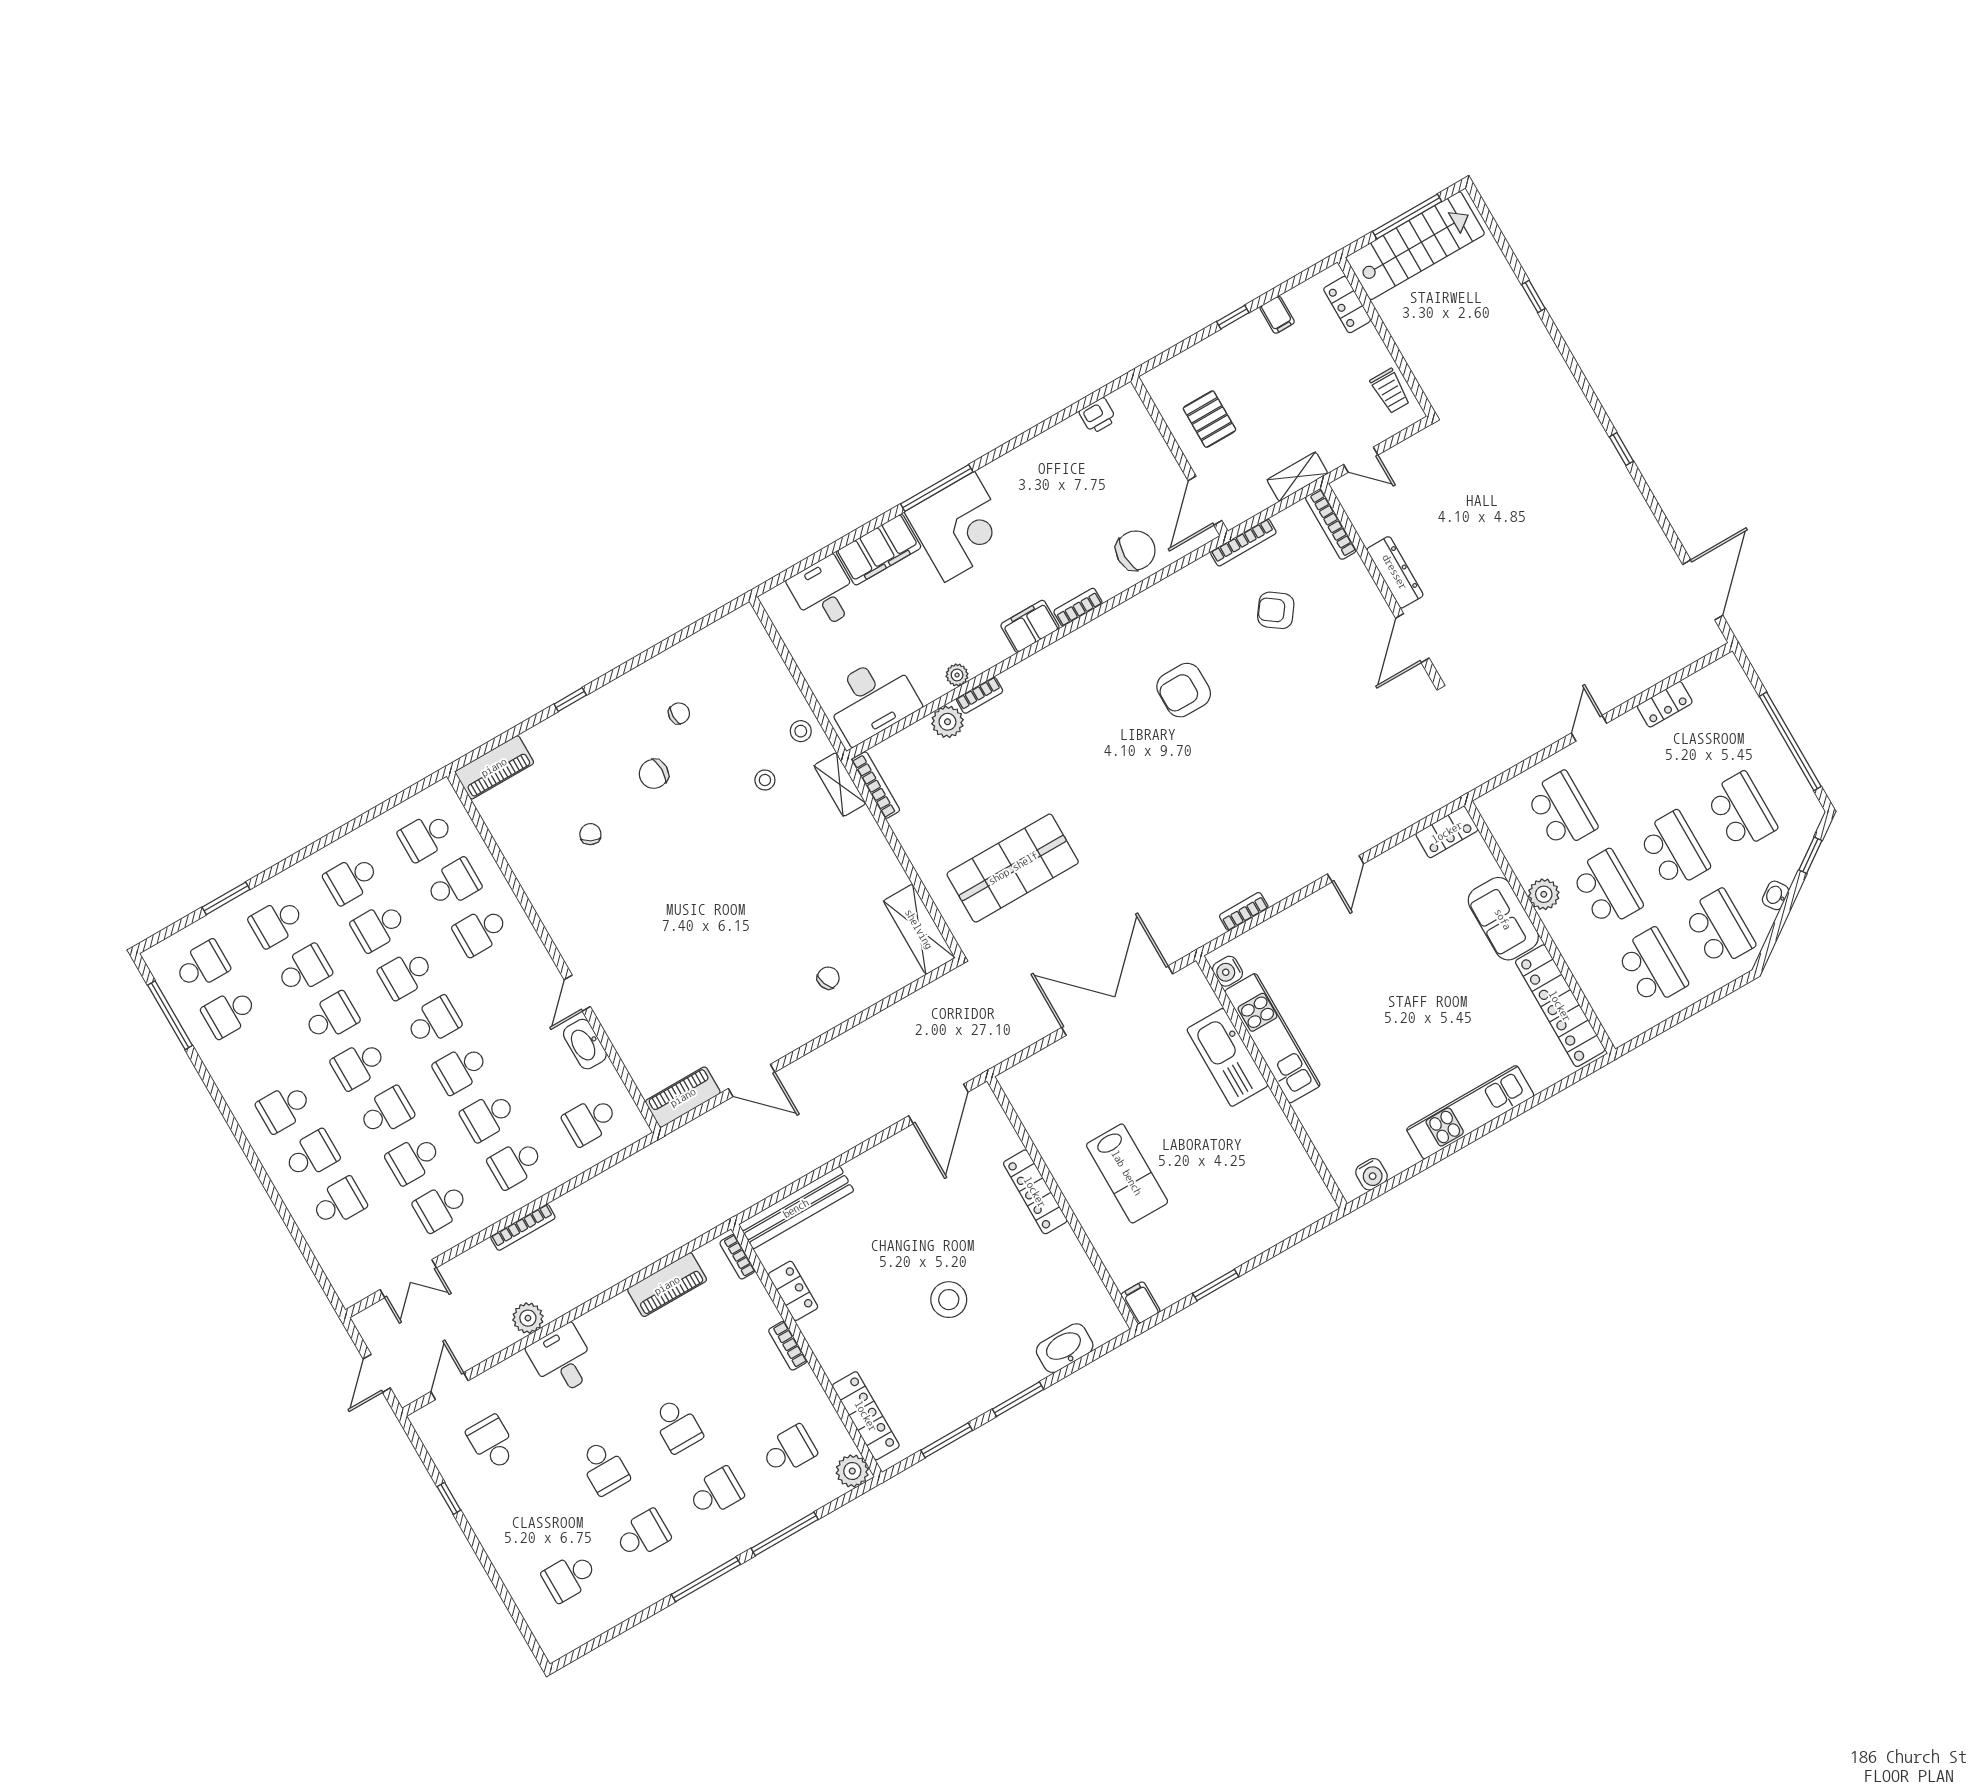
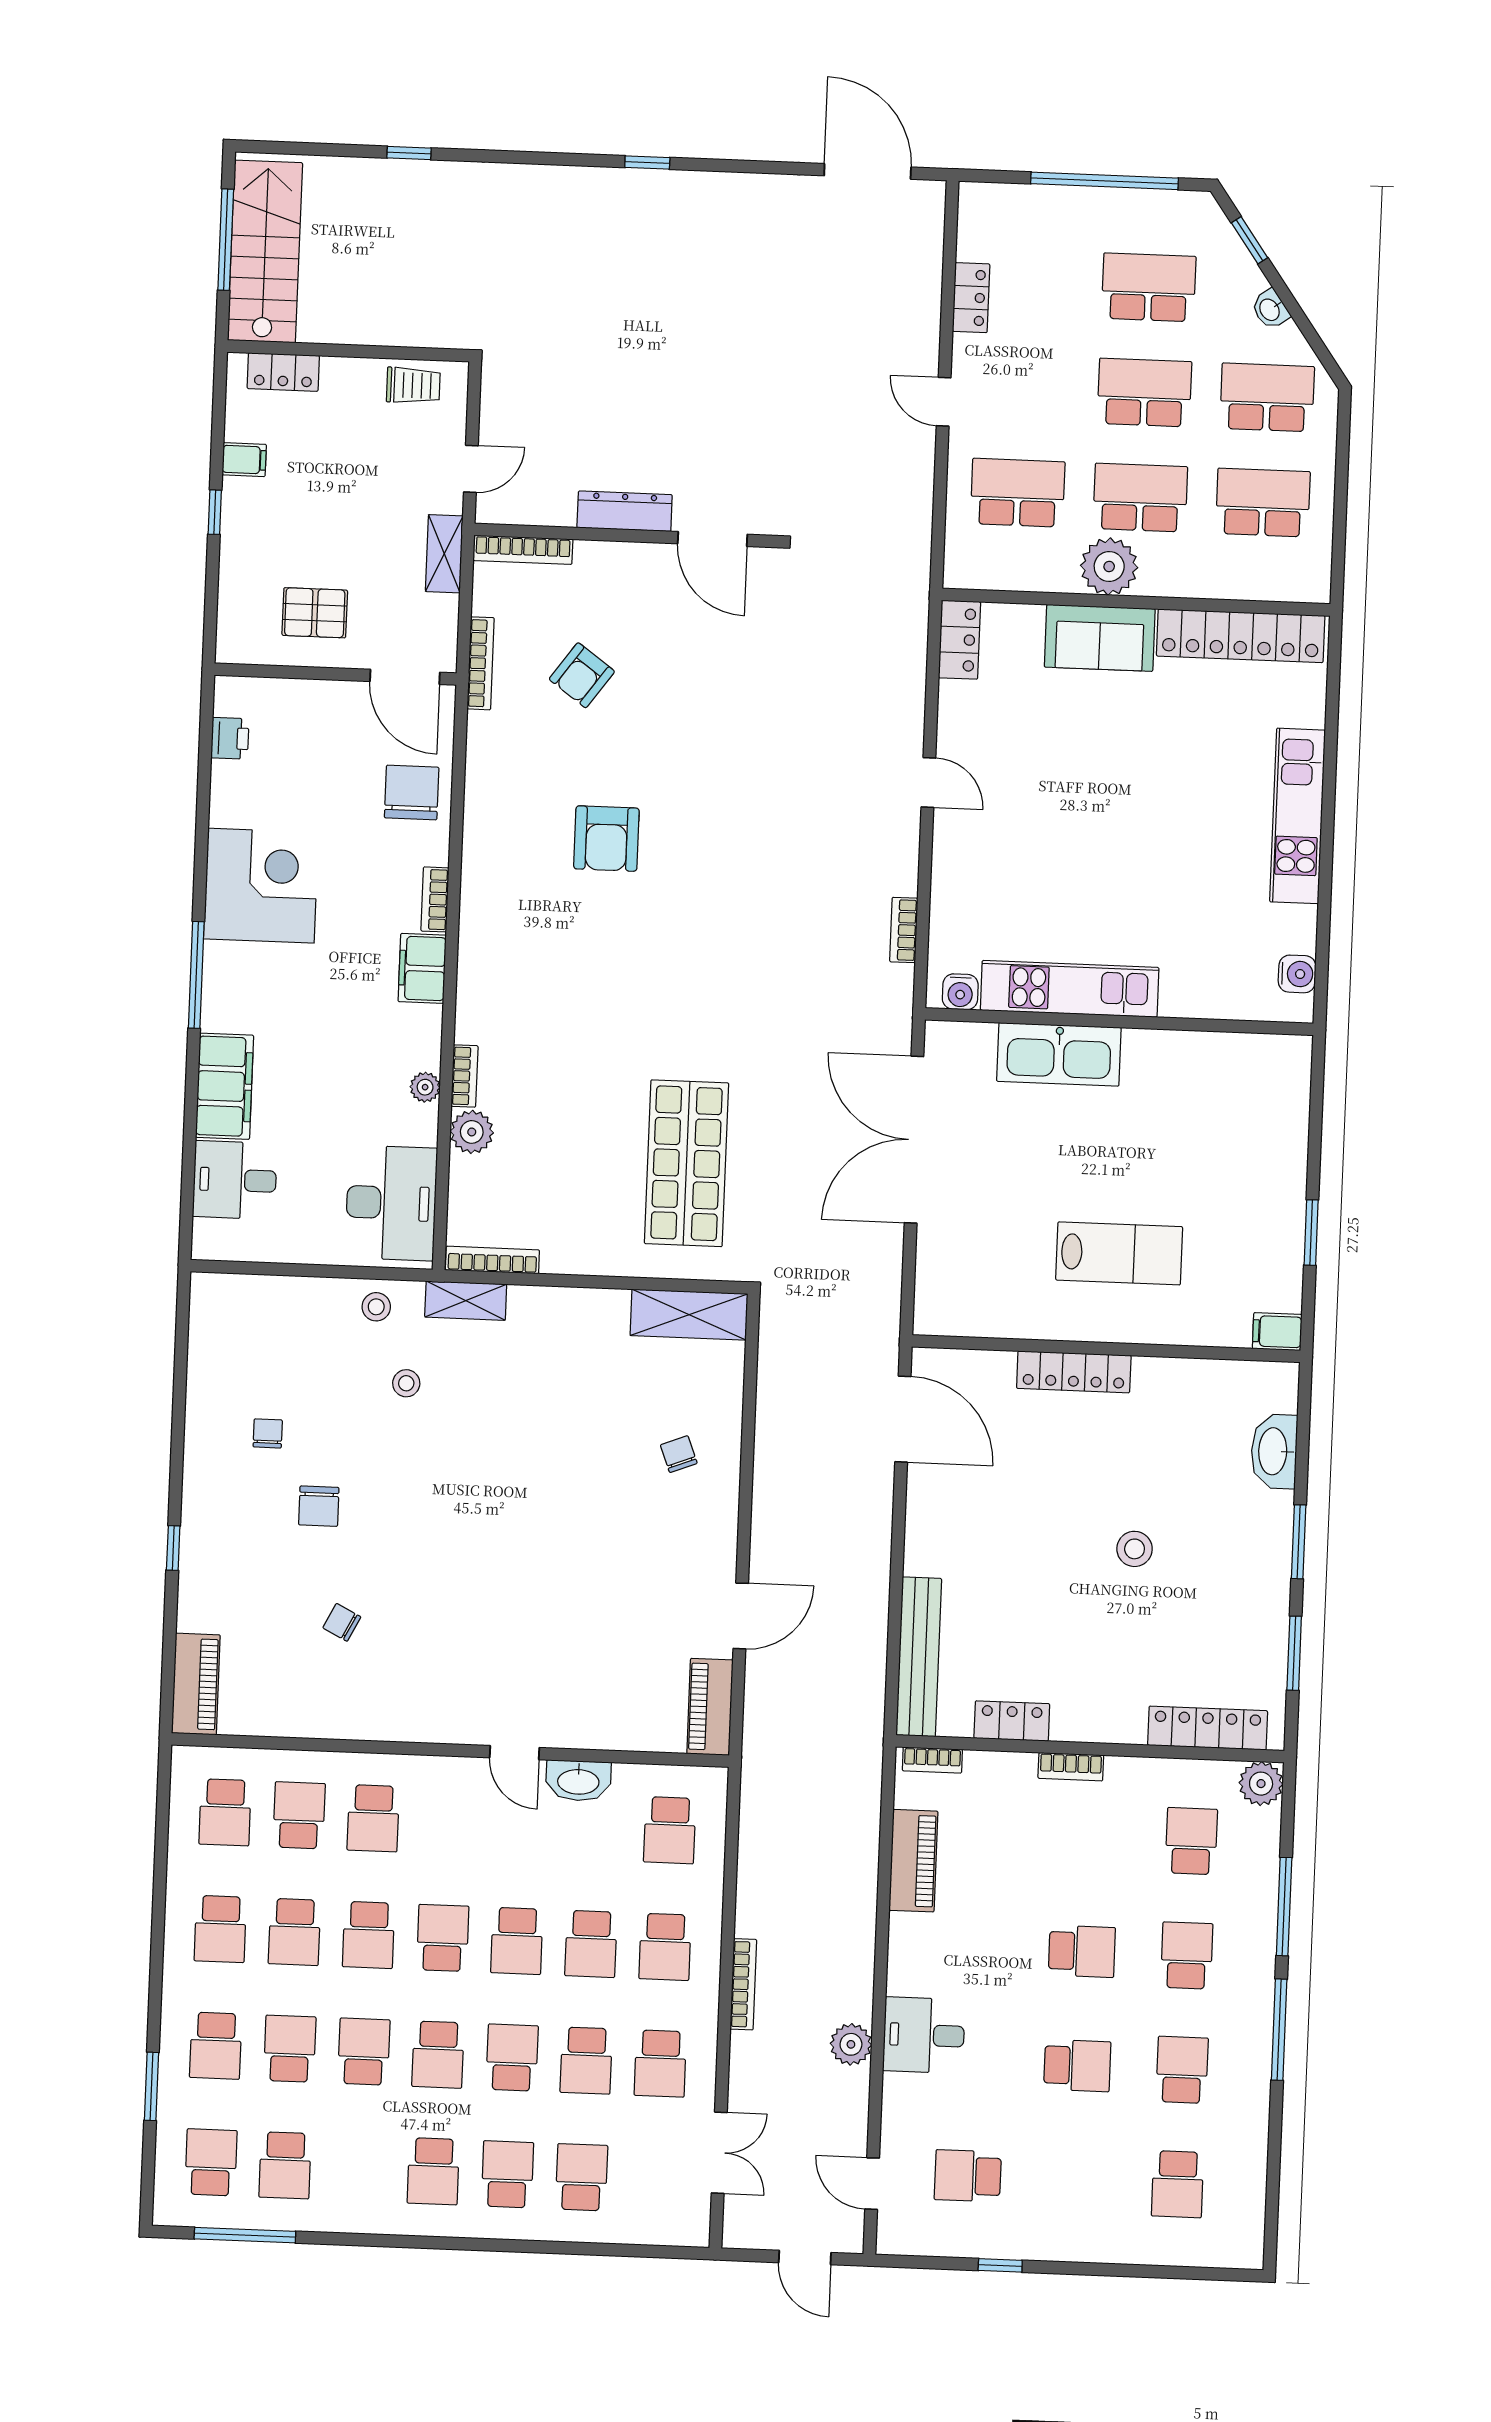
corner desk: (960, 527) -> (261, 886), moved
plant: (1544, 894) -> (1109, 566), width x1.36, depth x1.36
stool: (949, 1300) -> (1135, 1549), width x0.73, depth x0.73

